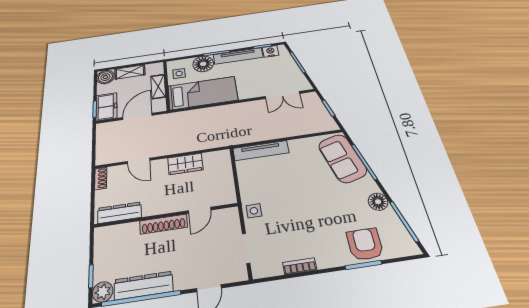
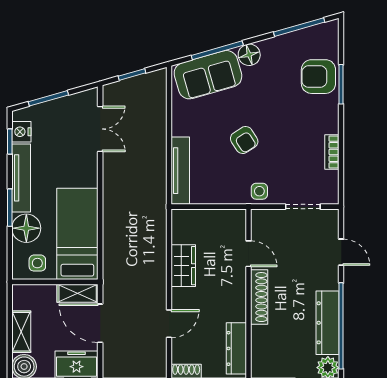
shelving: (158, 86) -> (78, 293), moved
armchair: (295, 193) -> (244, 140), added
floor lamp: (378, 202) -> (249, 55), moved

